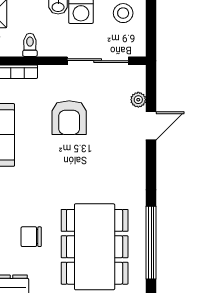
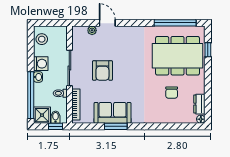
sliding door: (98, 61) -> (69, 68), moved
armchair: (69, 118) -> (102, 71), turned 90

